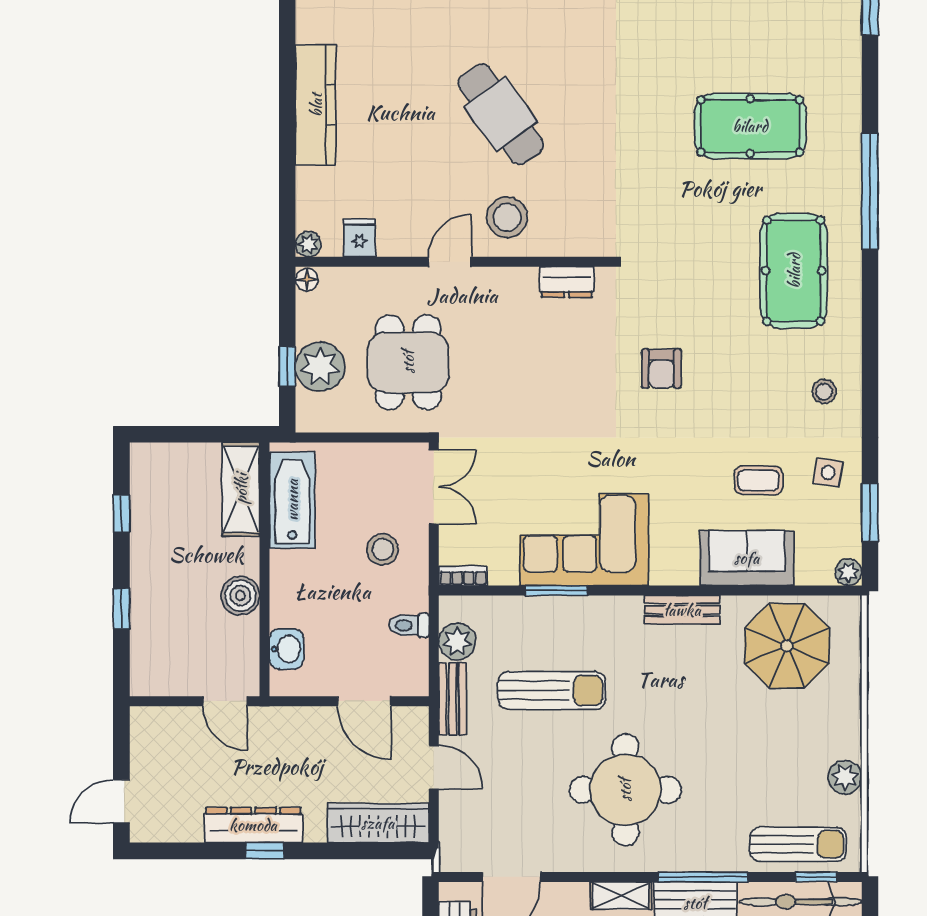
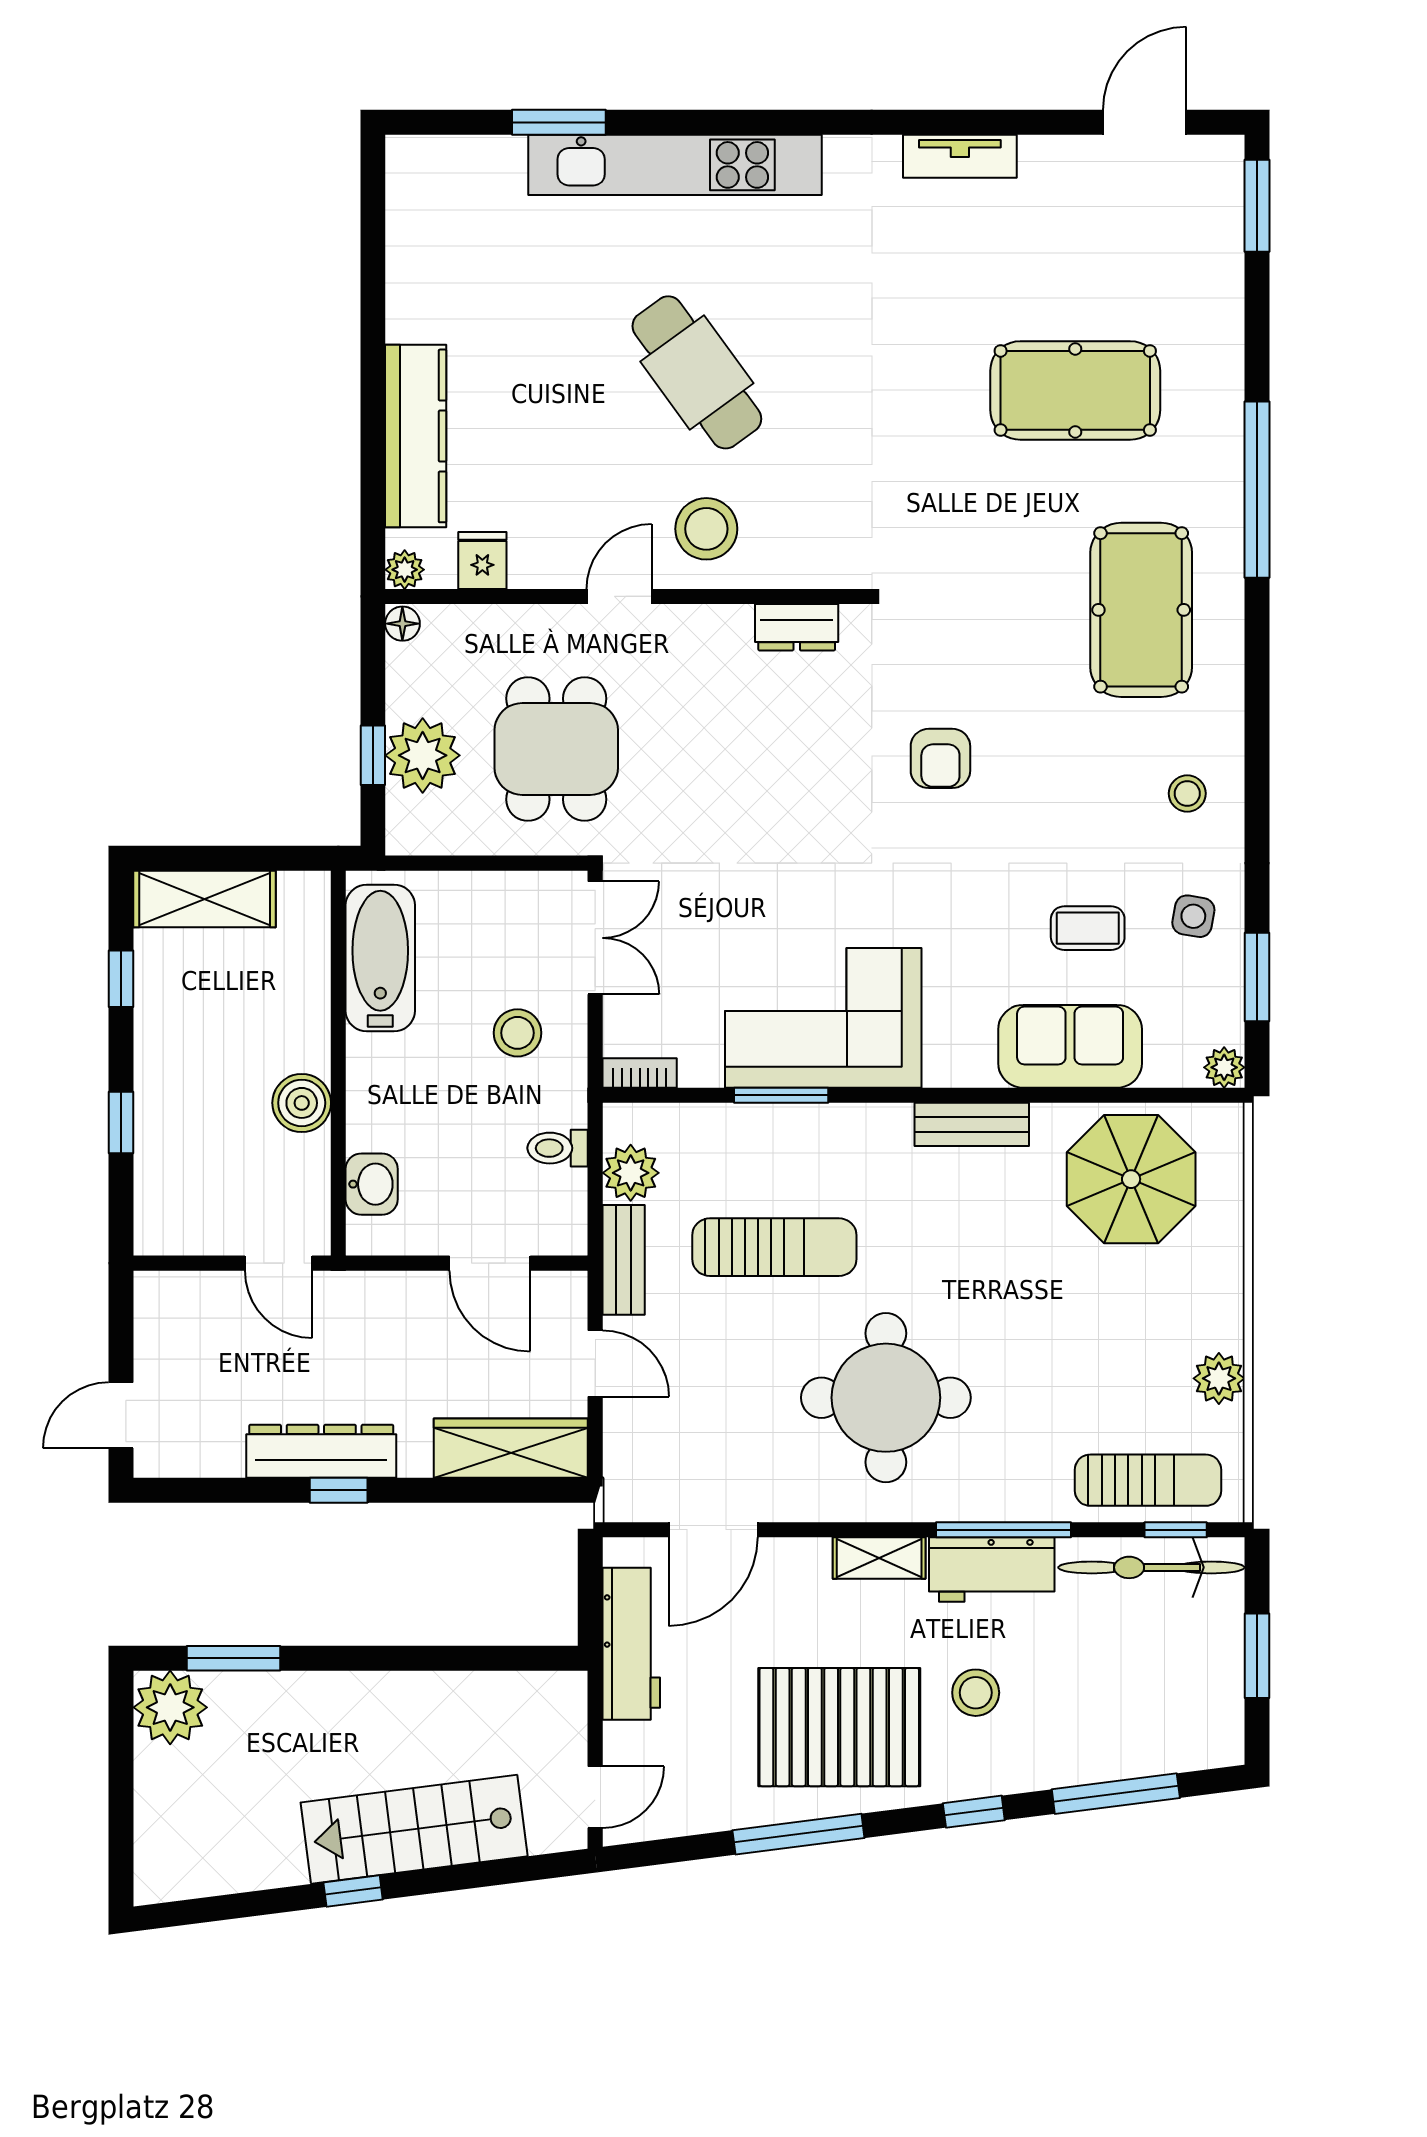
kitchen counter: (316, 105) -> (416, 436), moved
shelving: (241, 489) -> (205, 899), moved, turned 90

